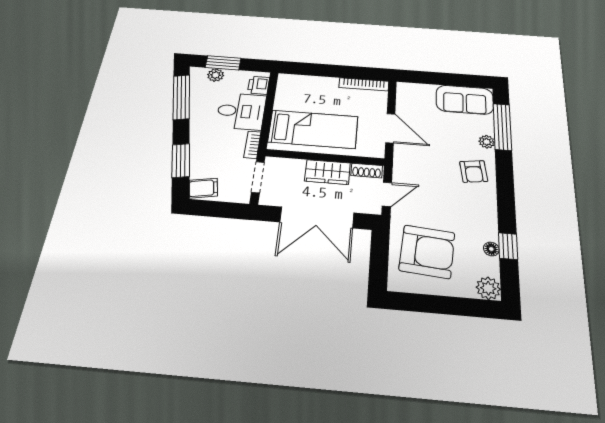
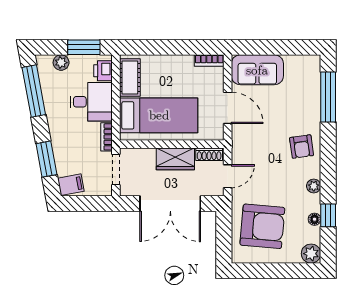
window: (223, 63) -> (84, 47), moved
bookcase: (364, 84) -> (209, 61), width x0.64
cot: (286, 93) -> (130, 78), added
sofa: (465, 100) -> (257, 70), moved
plant: (487, 142) -> (314, 186), moved

